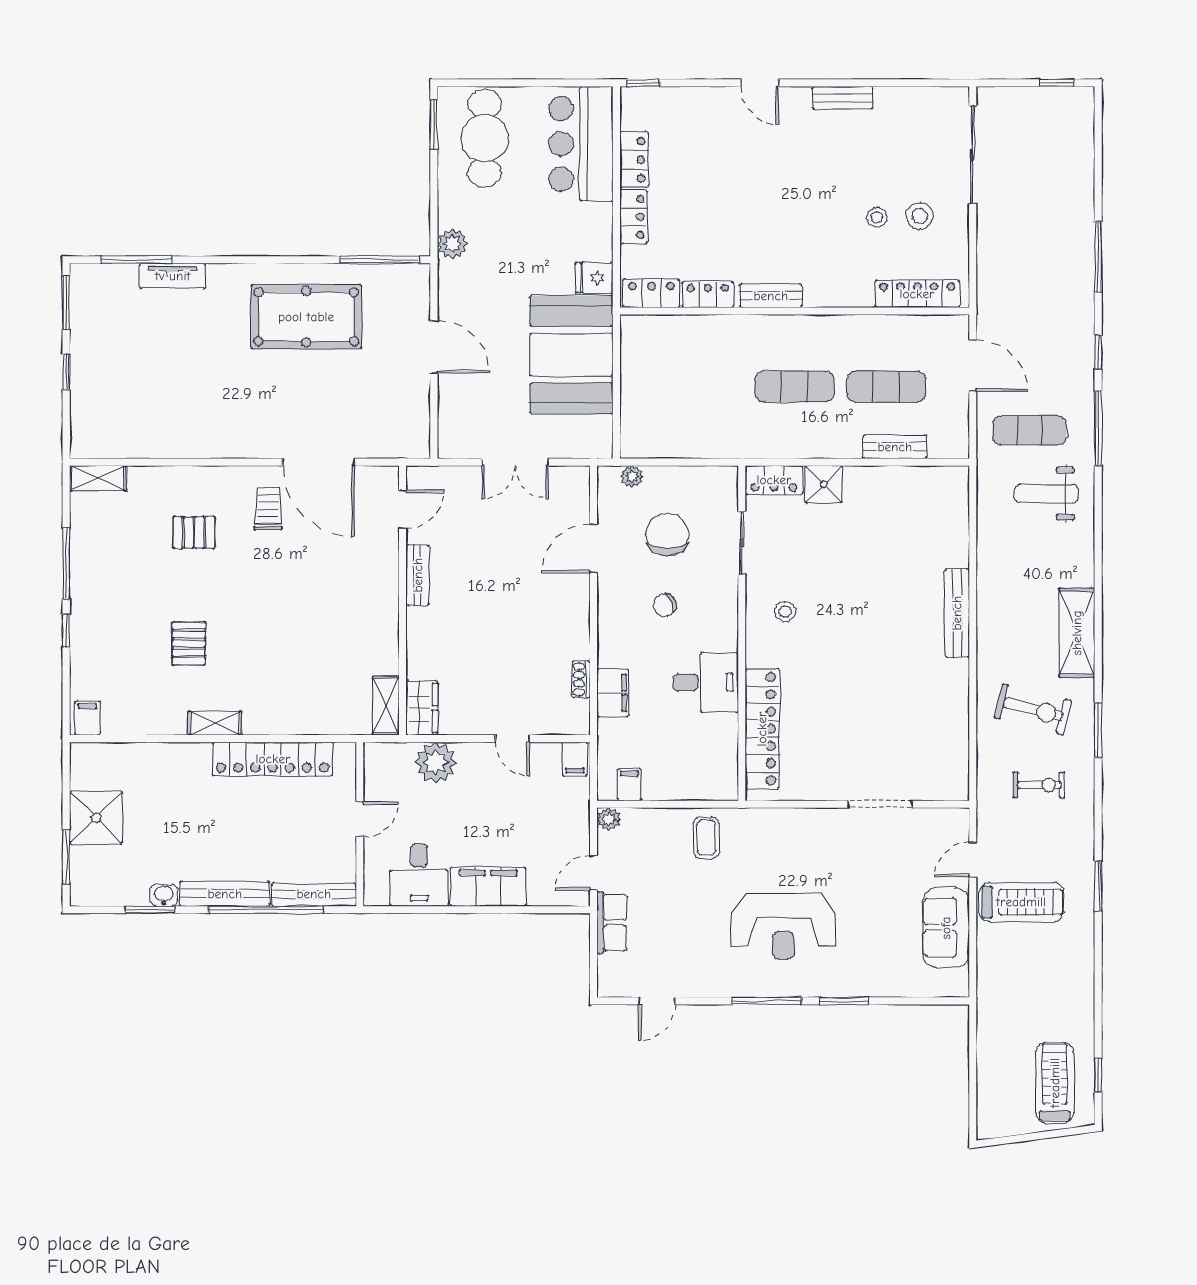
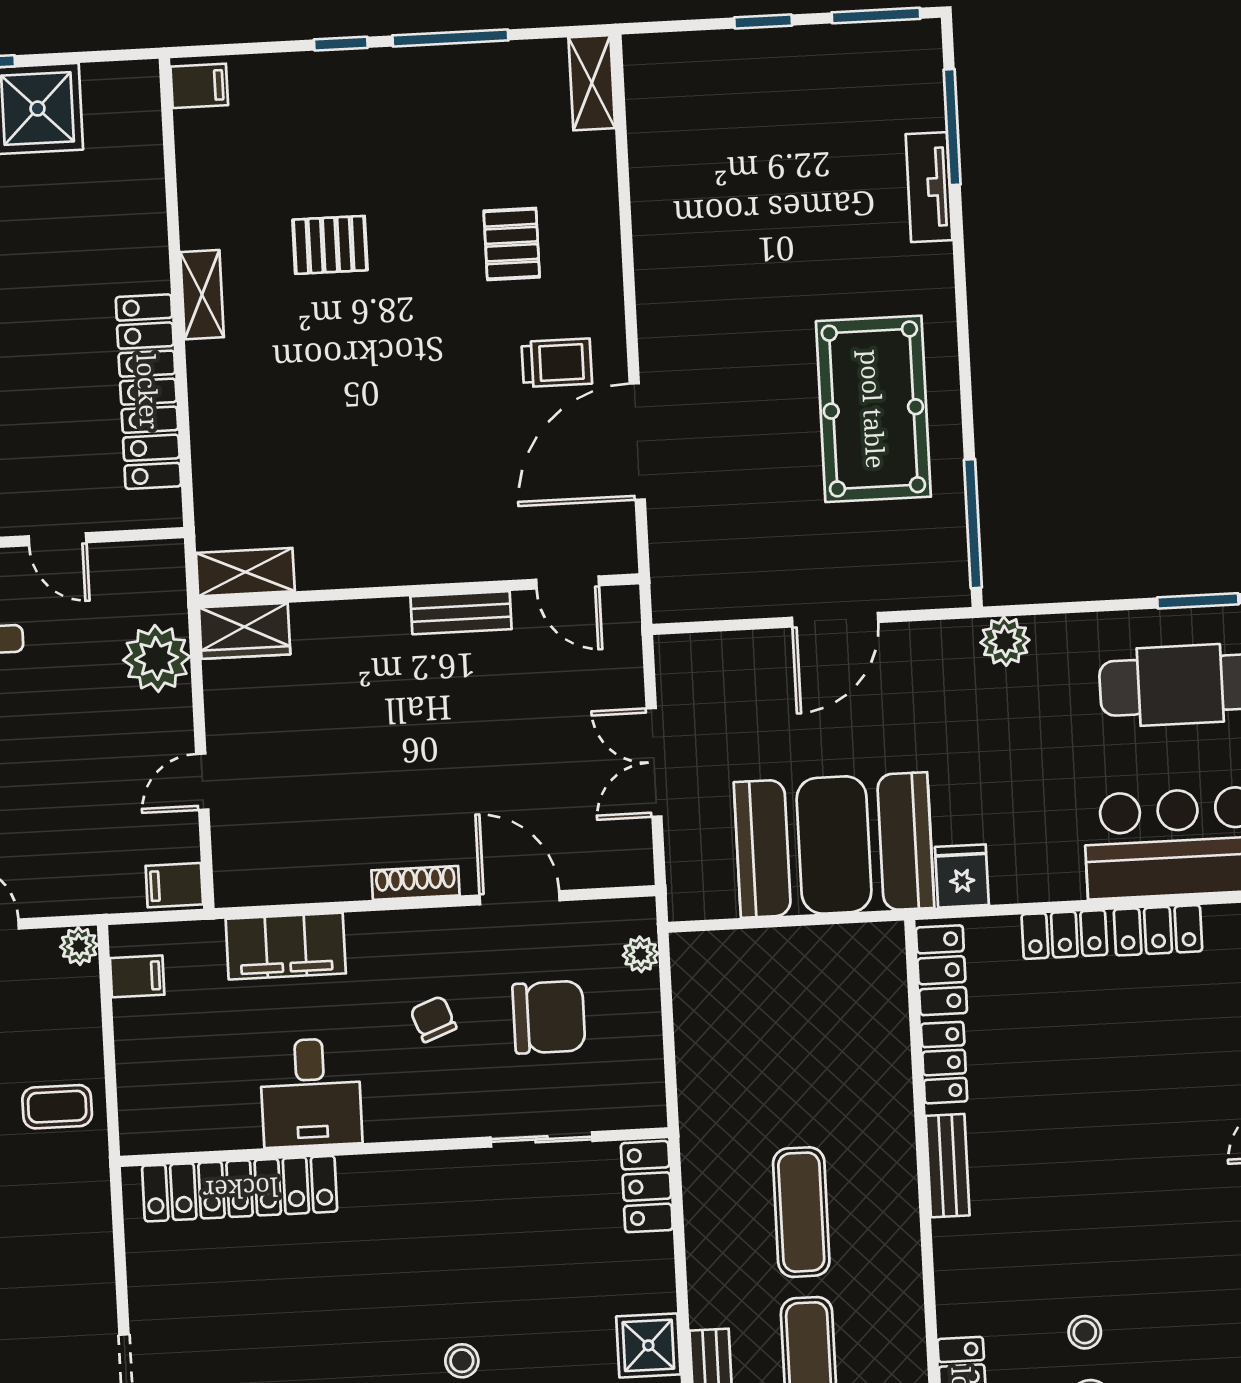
shower: (824, 484) -> (648, 1345), moved
stool: (785, 611) -> (462, 1361), moved
shoe rack: (581, 679) -> (416, 883), moved, width x1.43
filing cabinet: (613, 693) -> (286, 946), width x1.50, depth x1.17

